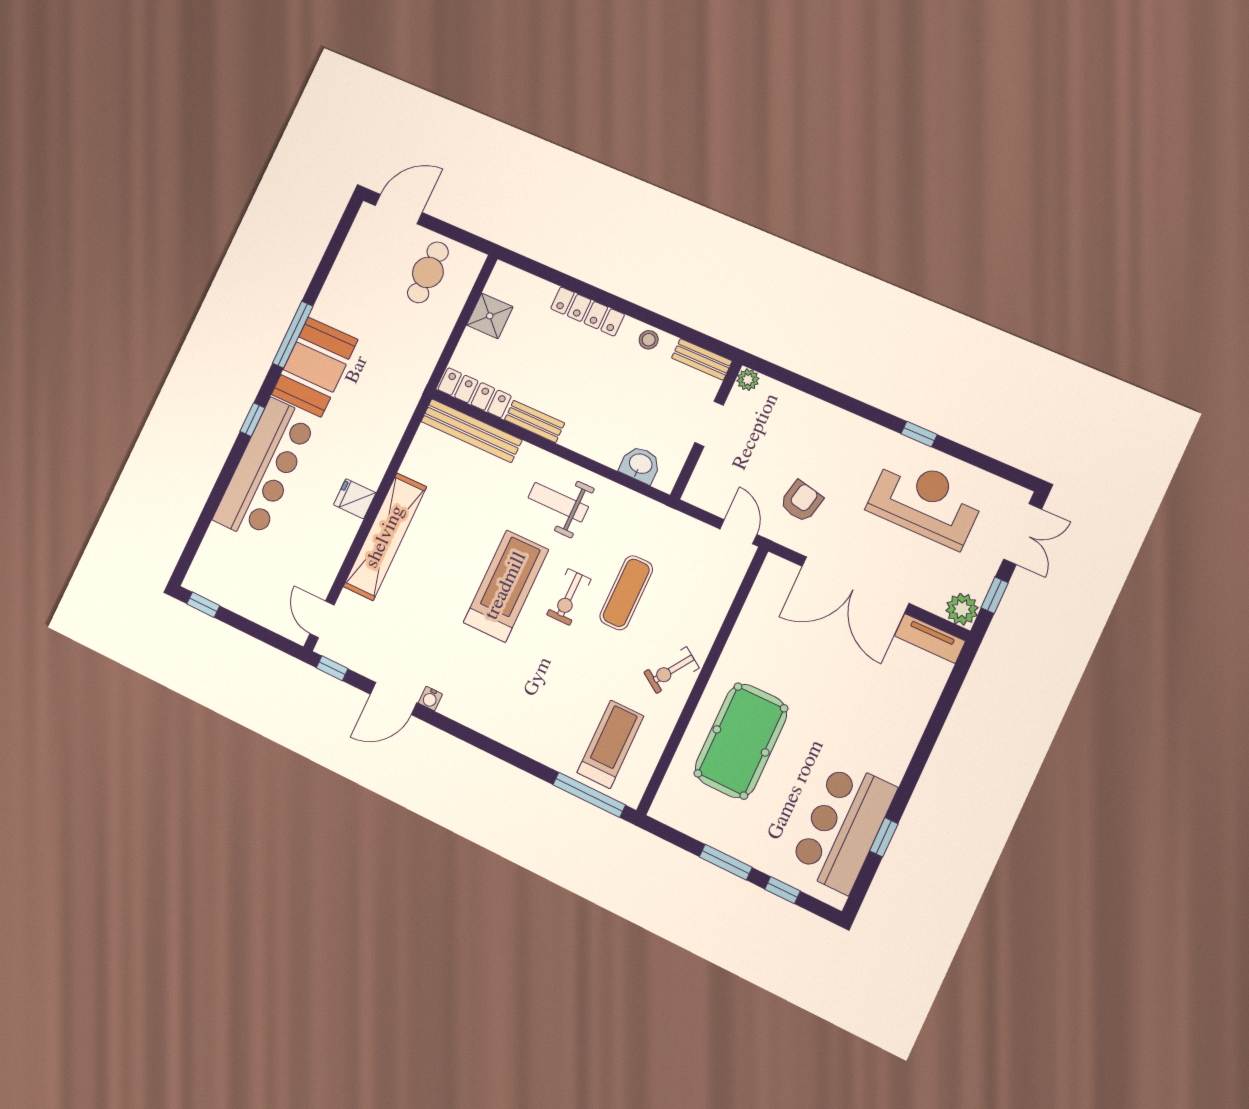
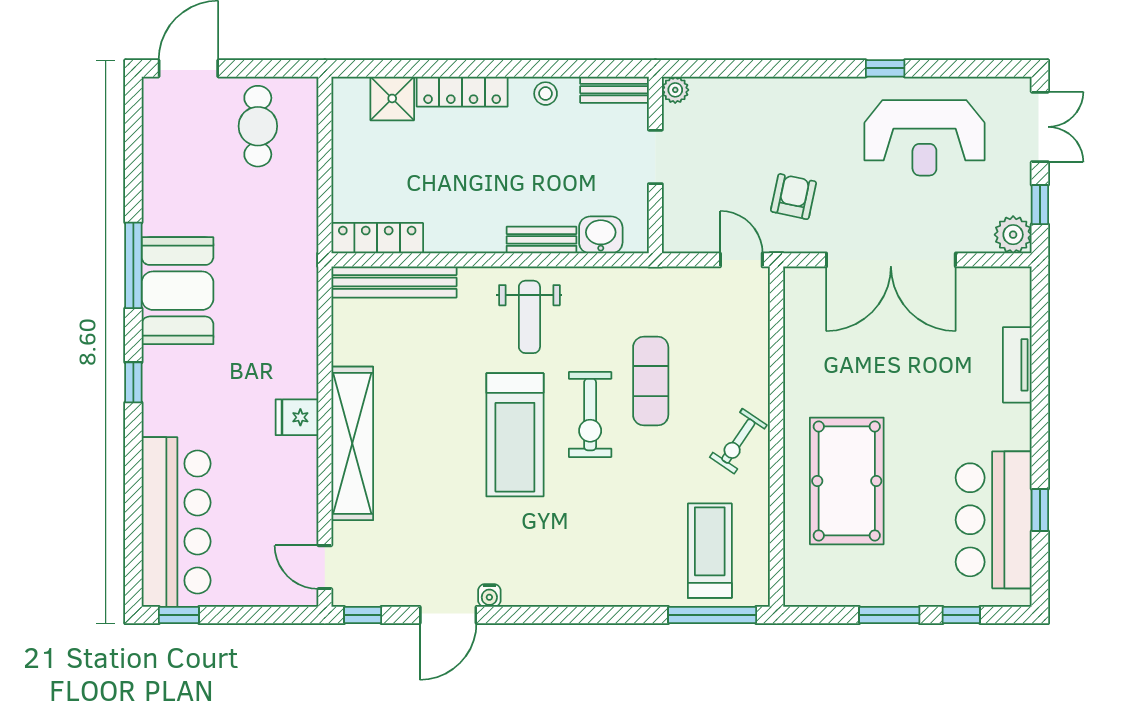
shower: (490, 316) -> (392, 98), moved
bench: (535, 421) -> (541, 240), moved
bar counter: (265, 469) -> (176, 522), moved
weight bench: (558, 502) -> (529, 317), turned -90
reception desk: (926, 502) -> (924, 138), turned 180
treadmill: (506, 586) -> (515, 435), turned 180
exercise bike: (569, 597) -> (590, 415), width x1.38, depth x1.39
tv unit: (930, 638) -> (1017, 365), moved, turned 90

